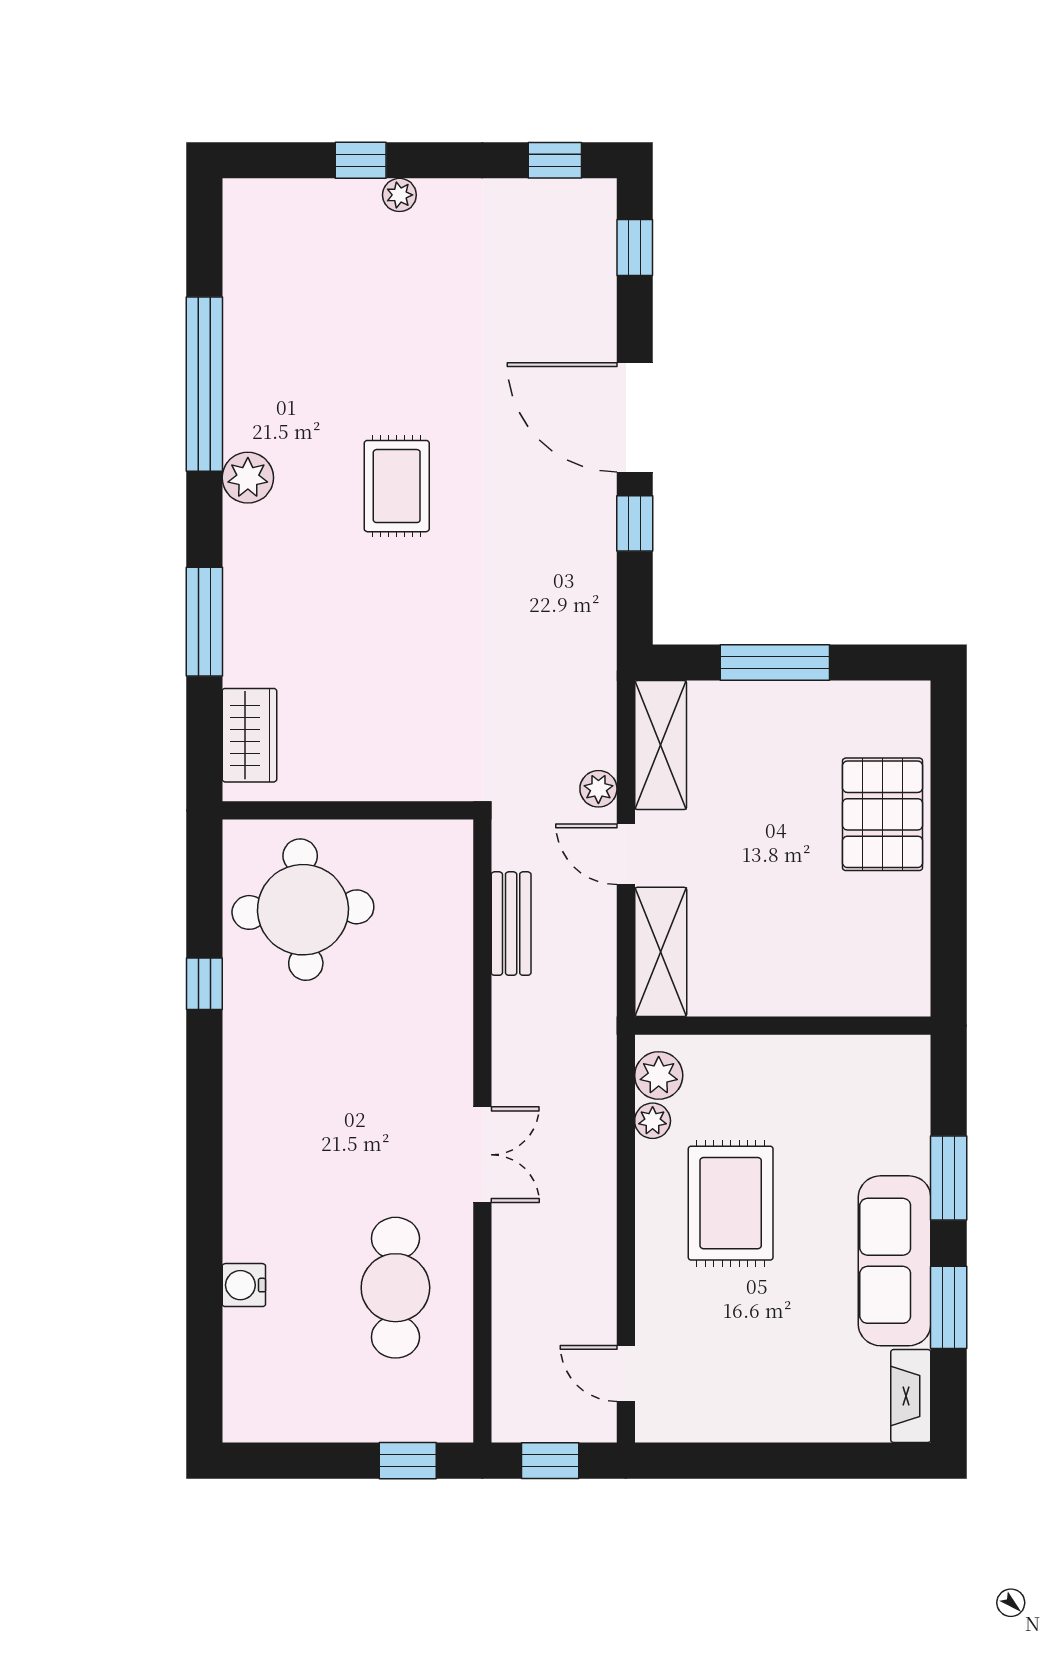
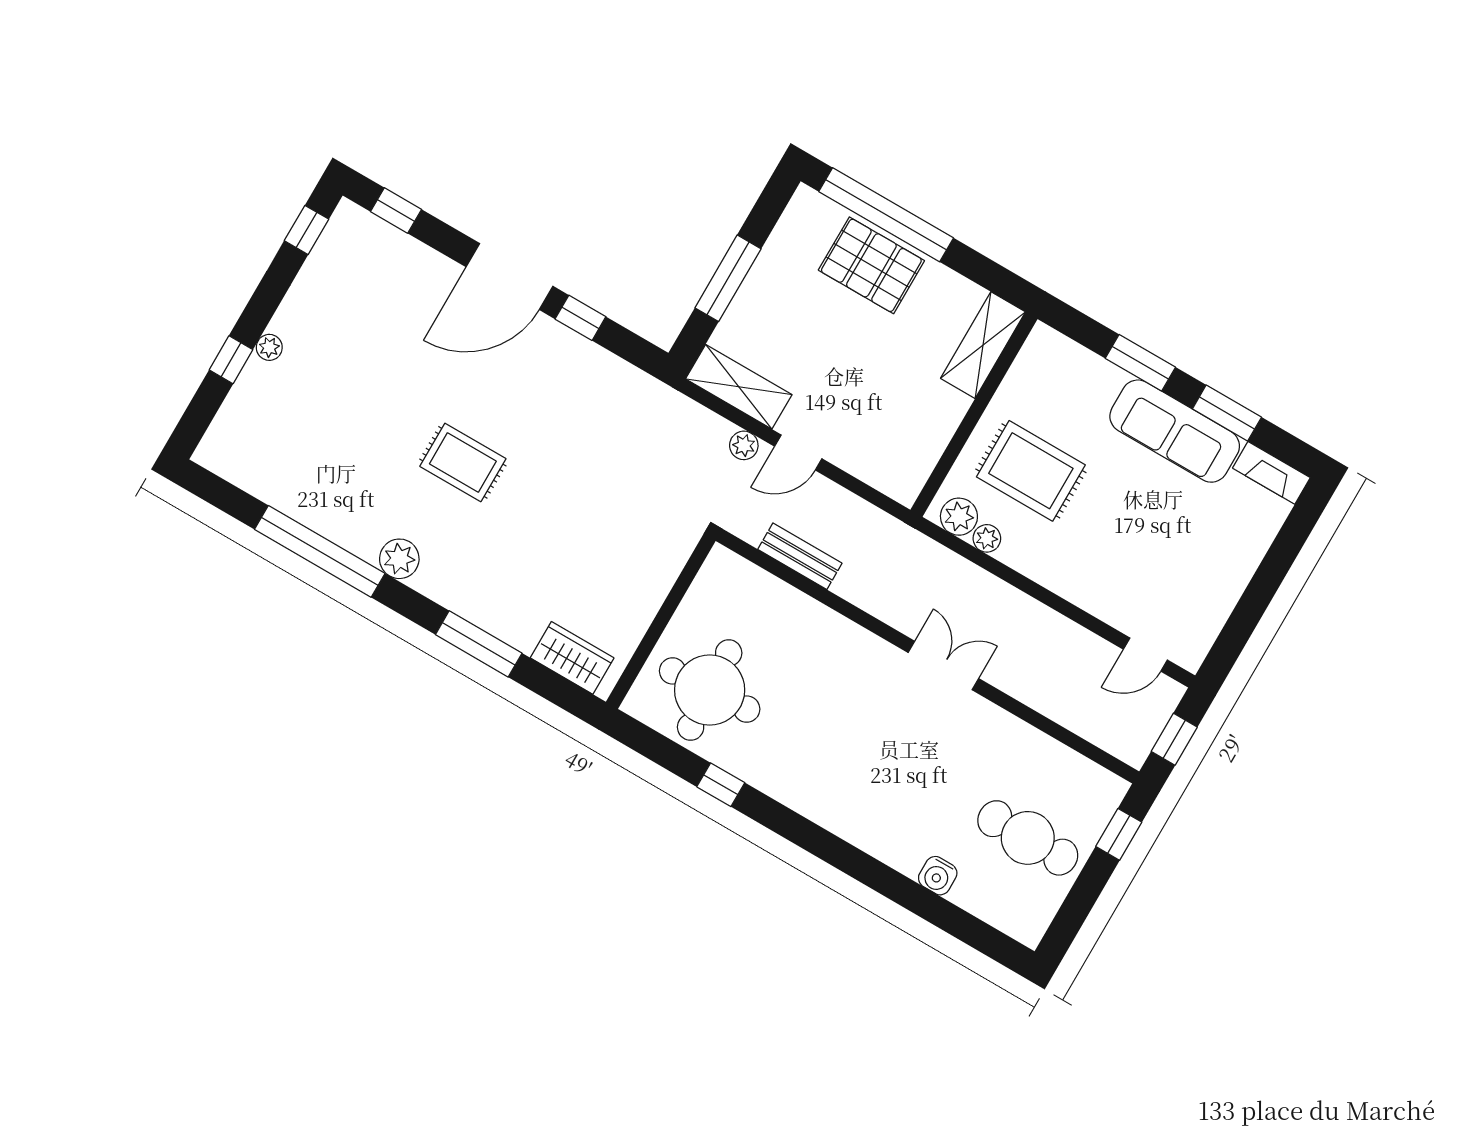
window: (949, 798) -> (886, 215), added
shelving: (661, 952) -> (983, 345), moved, turned 90
rug: (731, 1203) -> (1031, 471), moved
cafe table: (395, 1288) -> (1028, 838), moved

